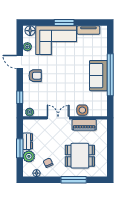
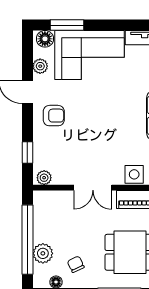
window: (64, 23) -> (67, 25), moved
double door: (58, 118) -> (93, 188), swing flipped
dresser: (28, 141) -> (41, 228), removed
window: (20, 148) -> (27, 240), width x2.11

